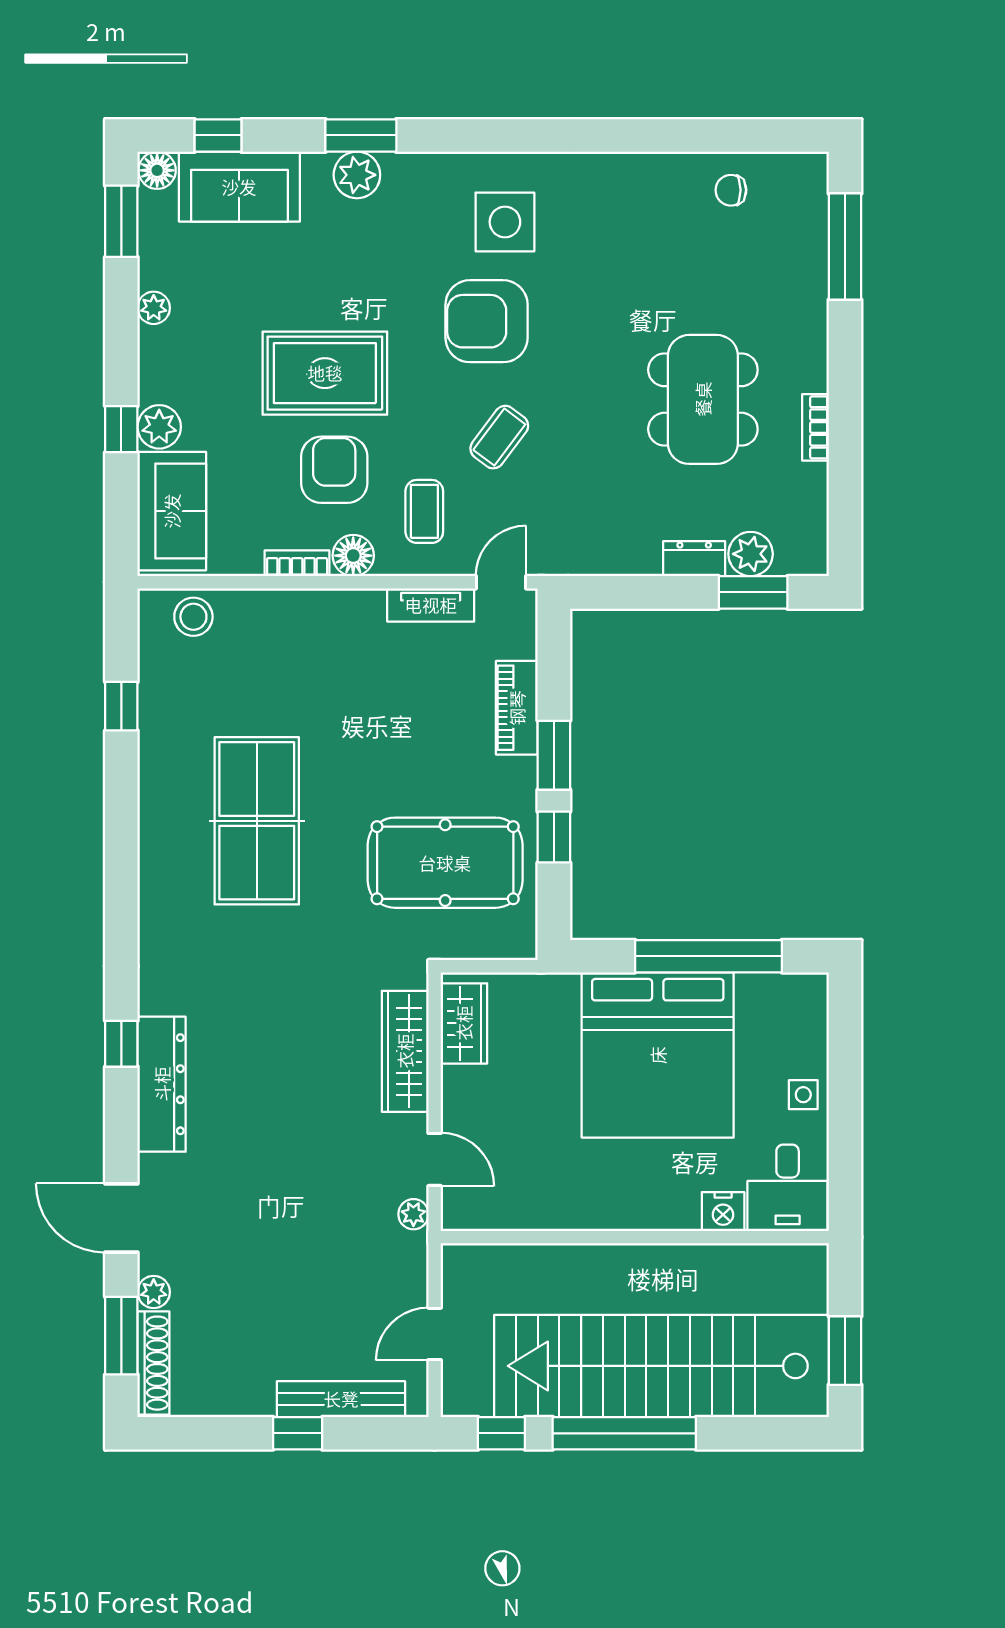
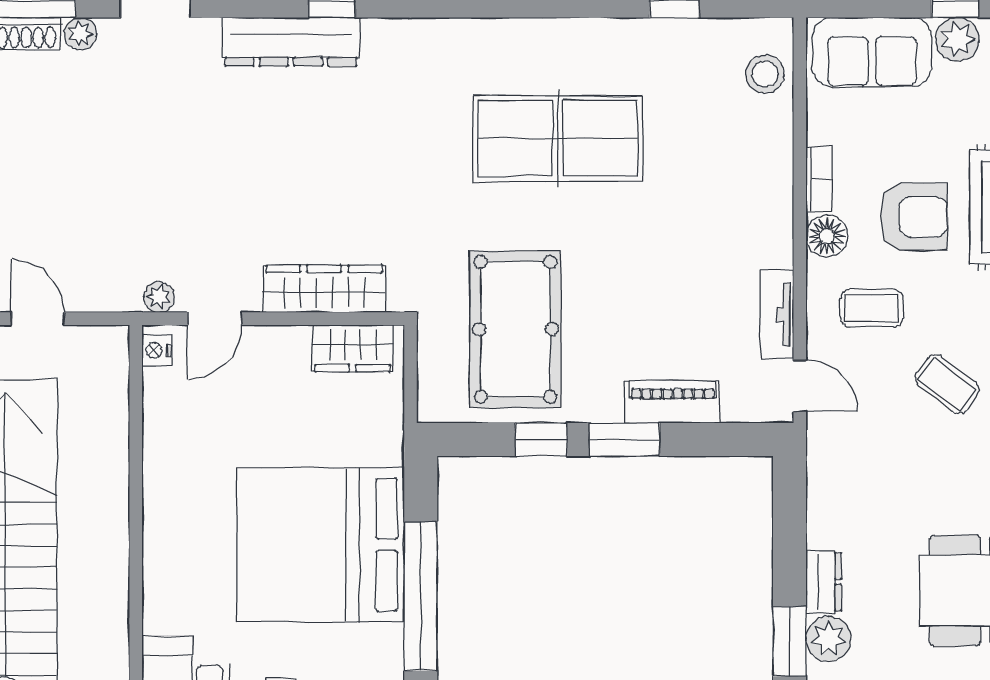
nightstand: (723, 1212) -> (157, 350), moved, width x0.72, depth x0.74

